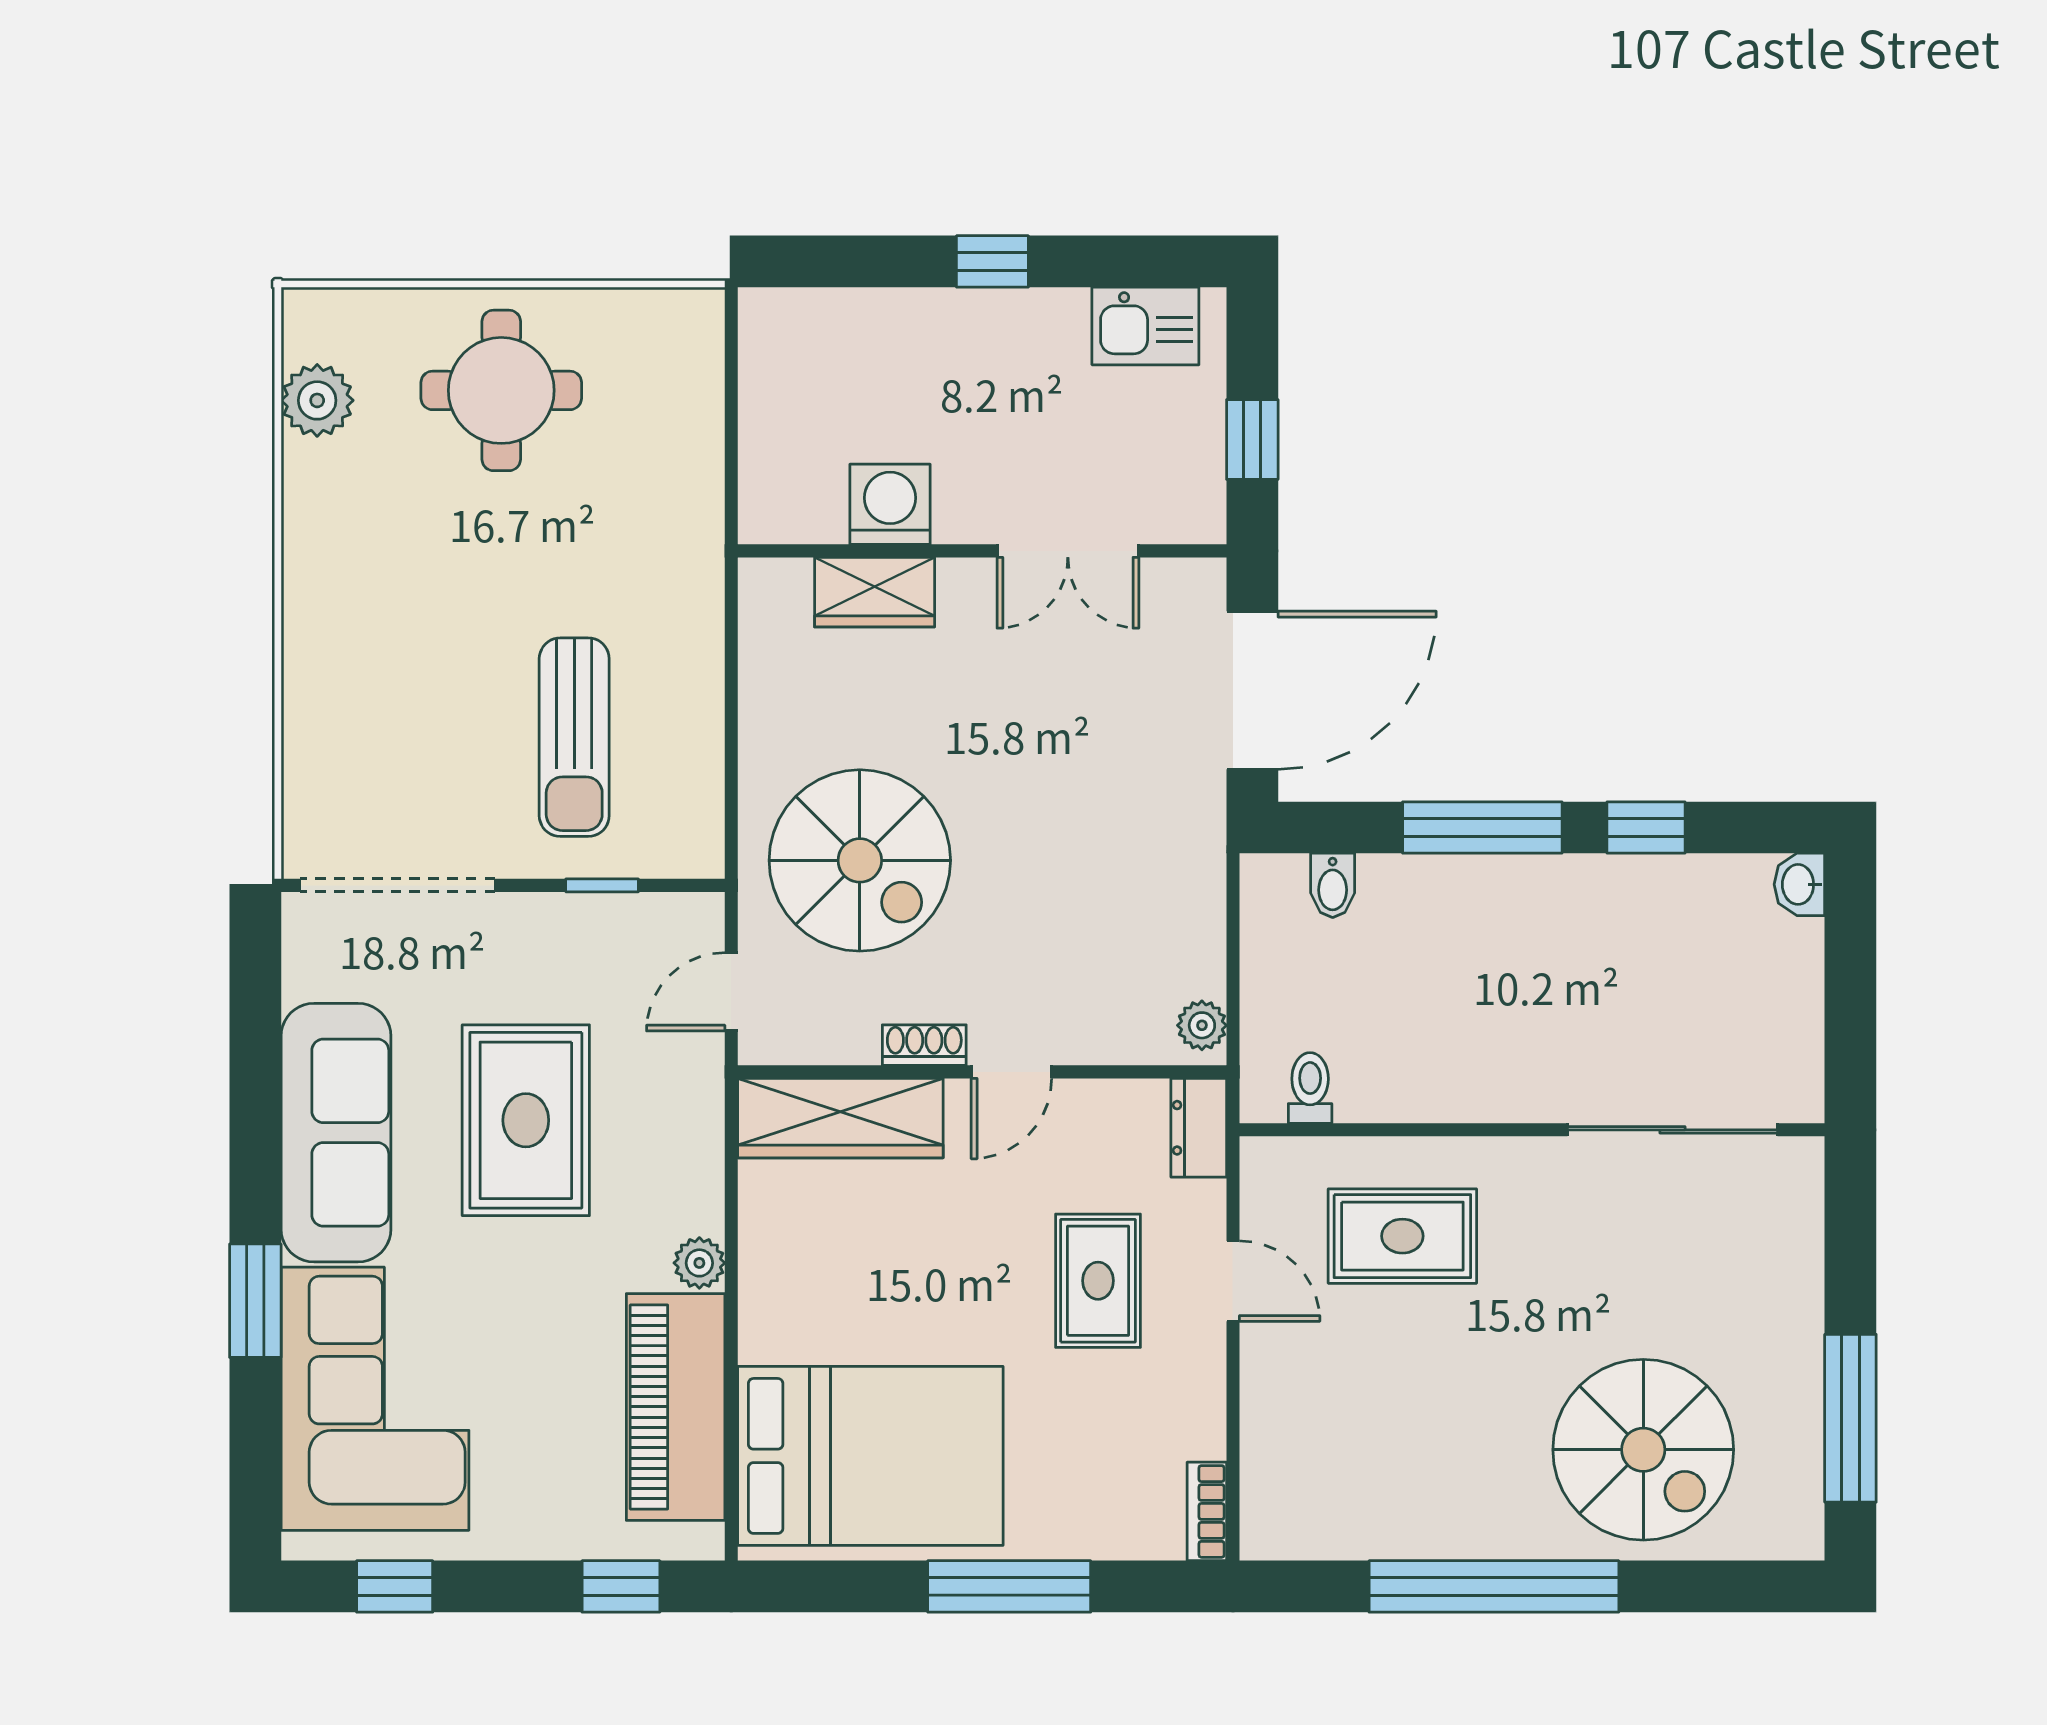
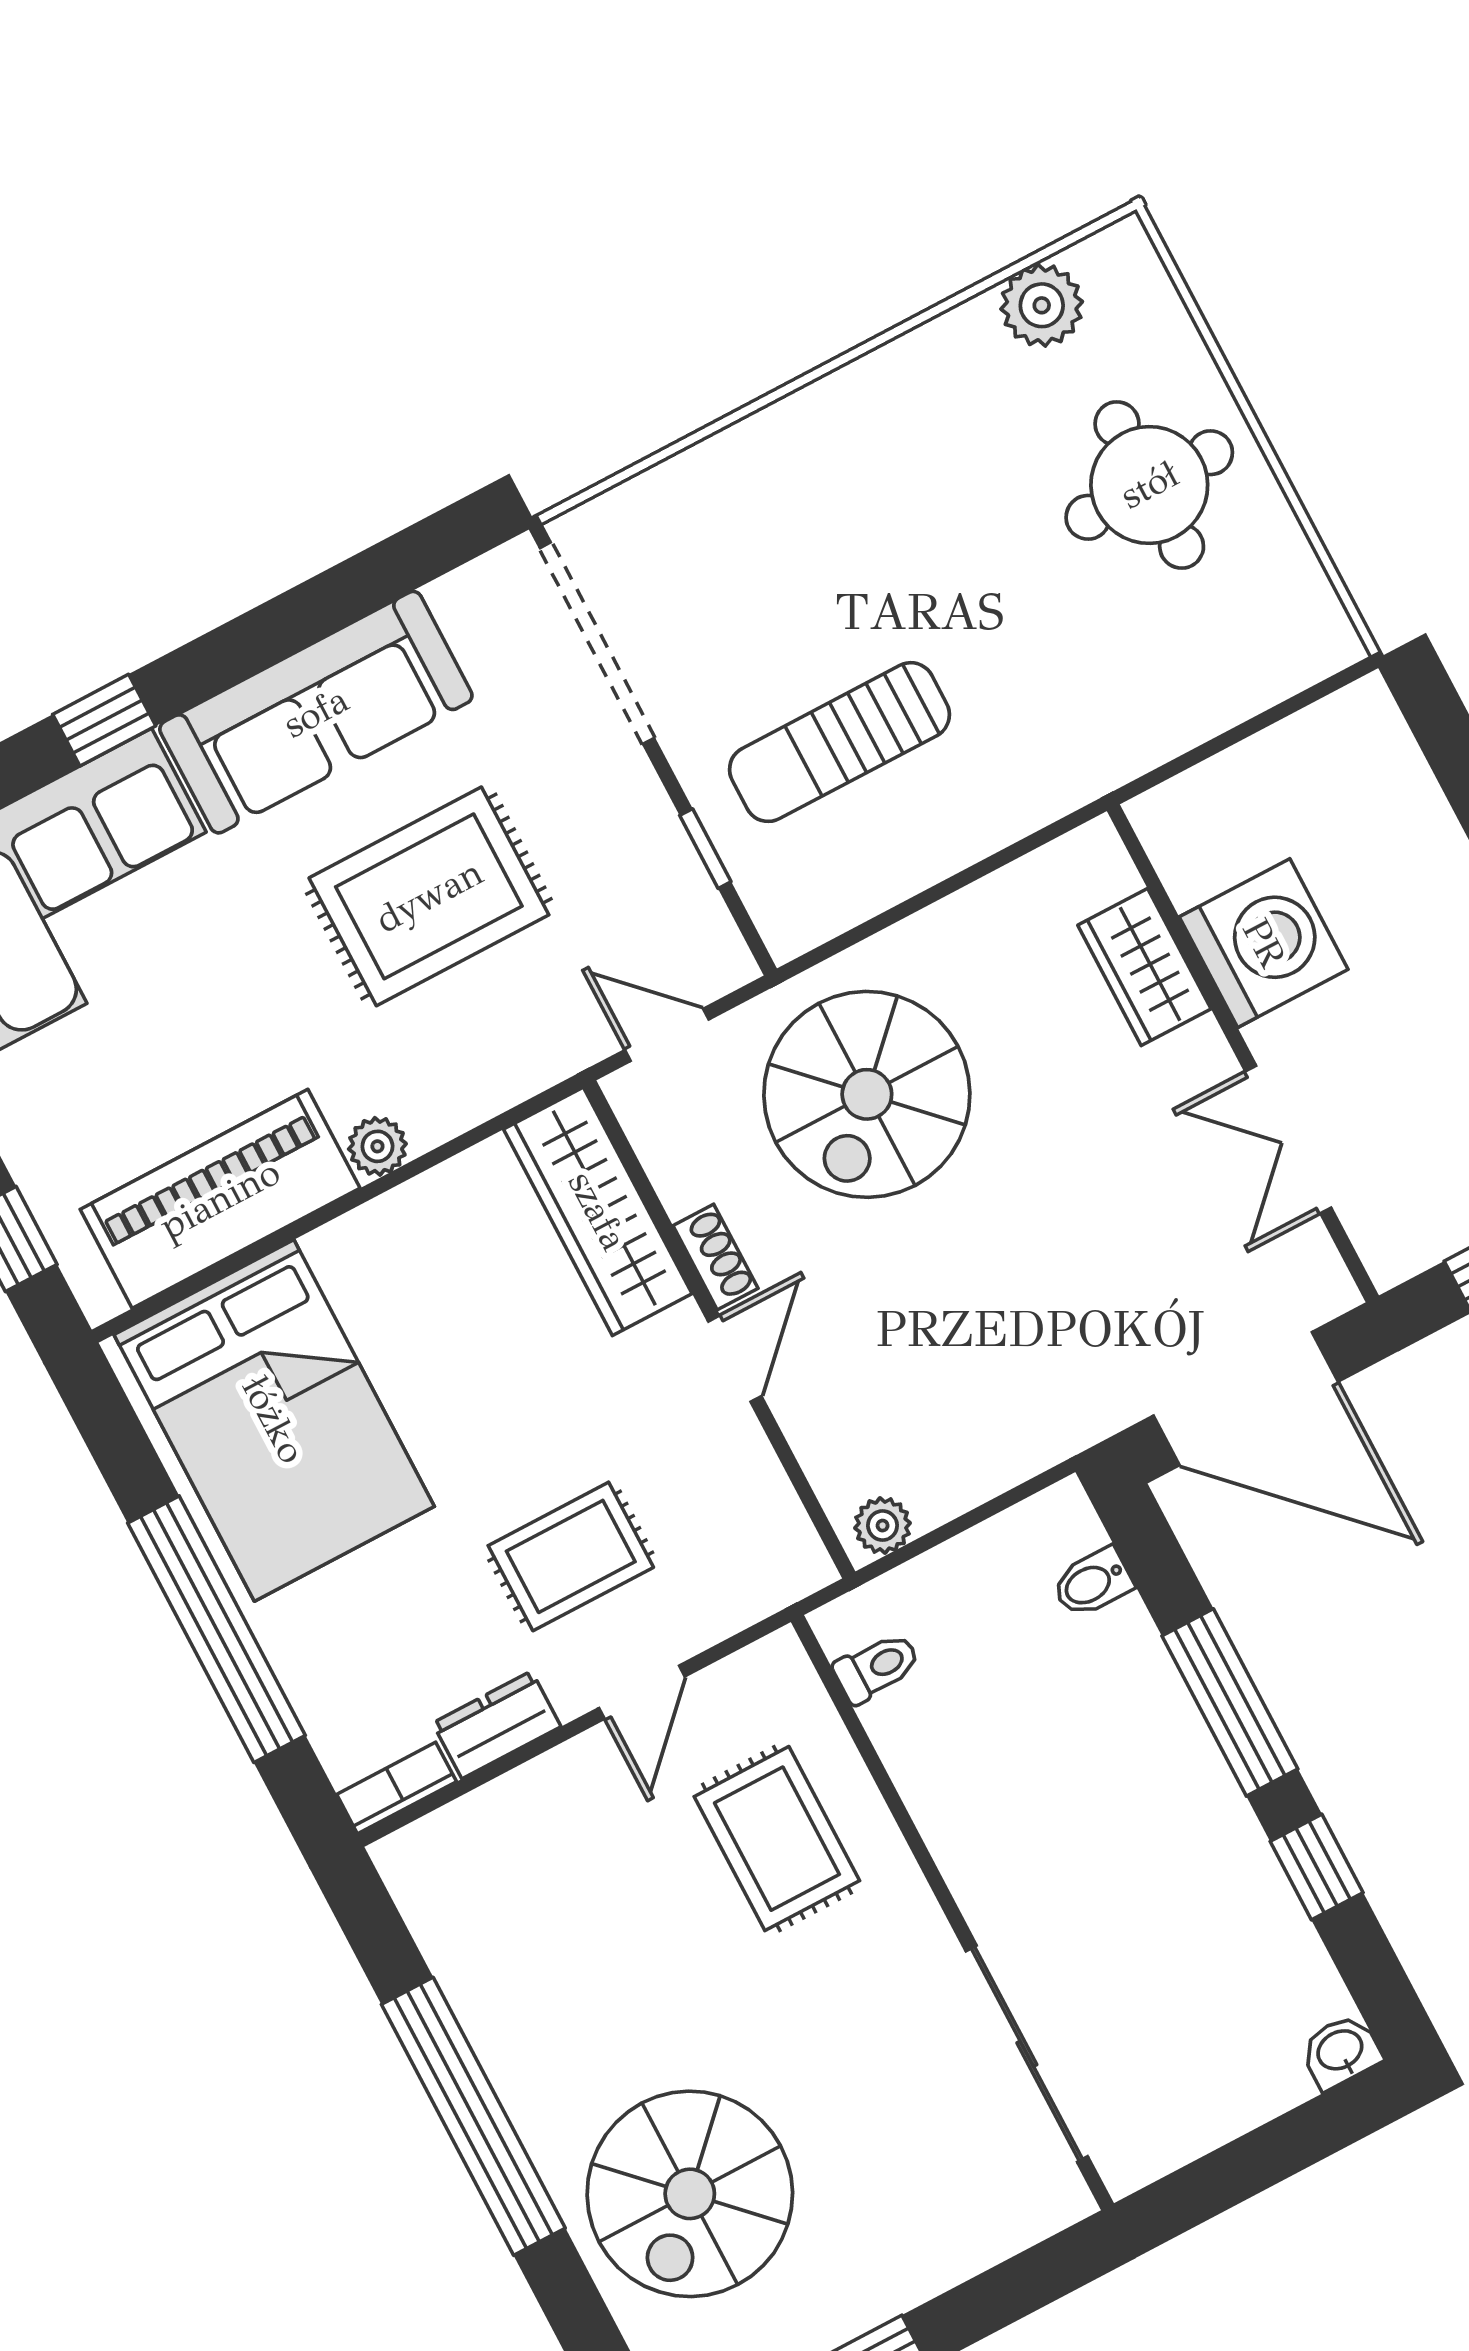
washing machine: (890, 504) -> (1264, 943), width x1.37, depth x1.37
door: (1011, 1072) -> (735, 1359), swing flipped
dresser: (1199, 1128) -> (497, 1725), moved
window: (255, 1301) -> (104, 720), width x0.67
window: (1009, 1586) -> (216, 1629), width x1.46

